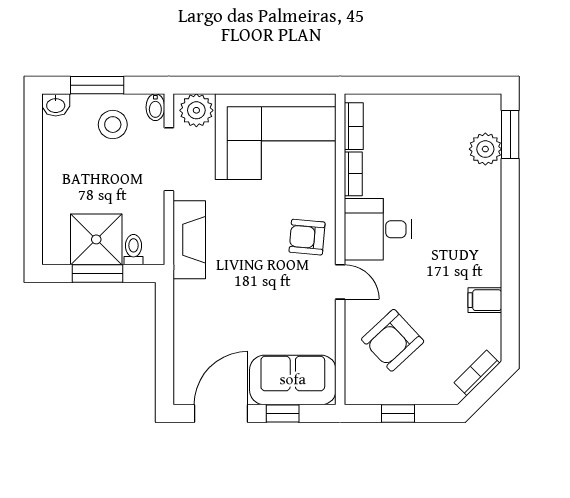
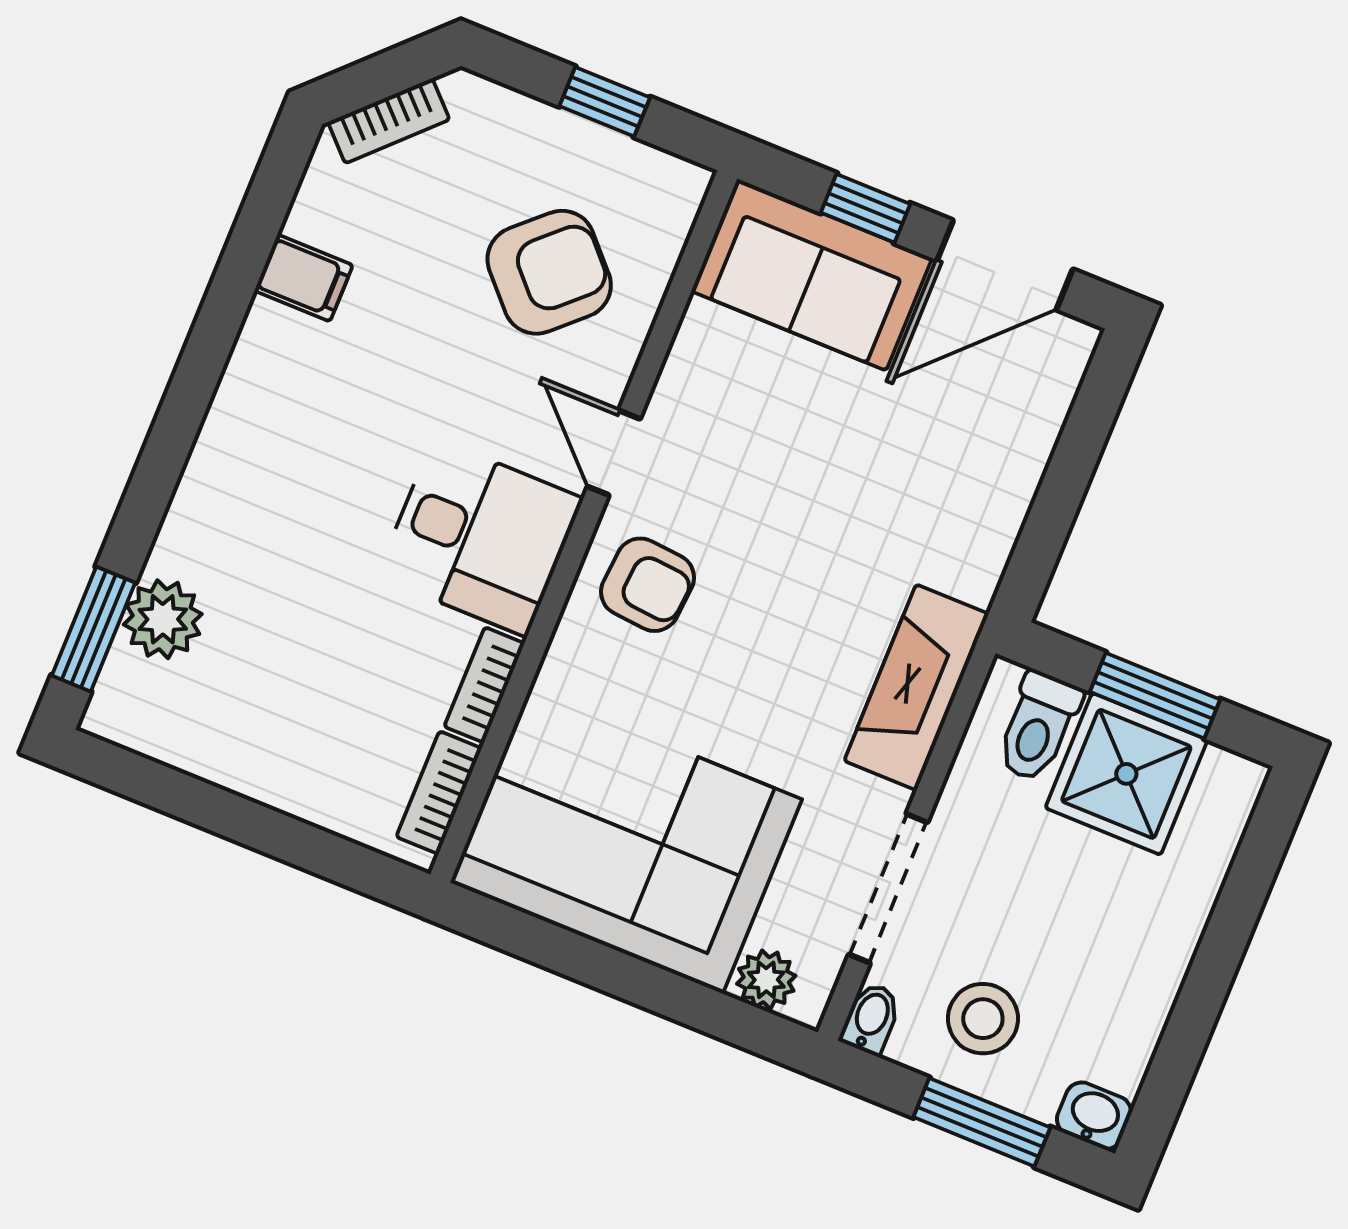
plant: (196, 110) -> (766, 980), width x0.73, depth x0.73
toilet: (134, 250) -> (1038, 727), width x1.37, depth x1.39

